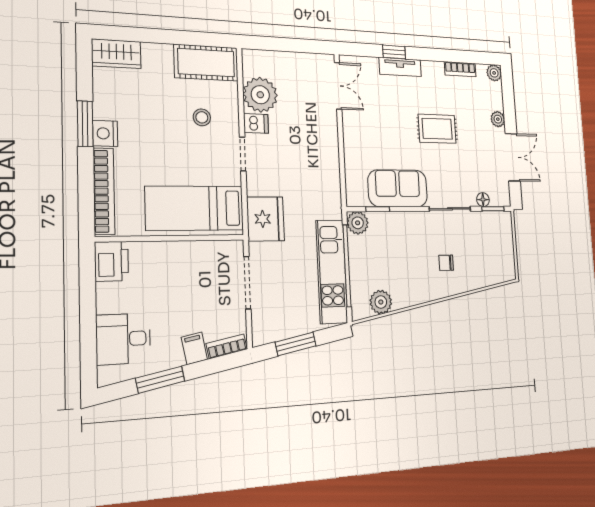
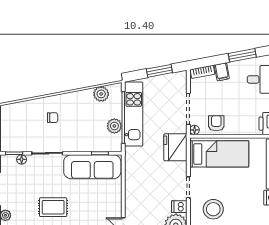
stool: (202, 117) -> (213, 209), width x1.89, depth x1.89
sofa: (398, 188) -> (92, 167), width x1.36
plant: (358, 223) -> (114, 126), moved
floor lamp: (236, 248) -> (195, 130), added
armchair: (201, 260) -> (216, 123), added

